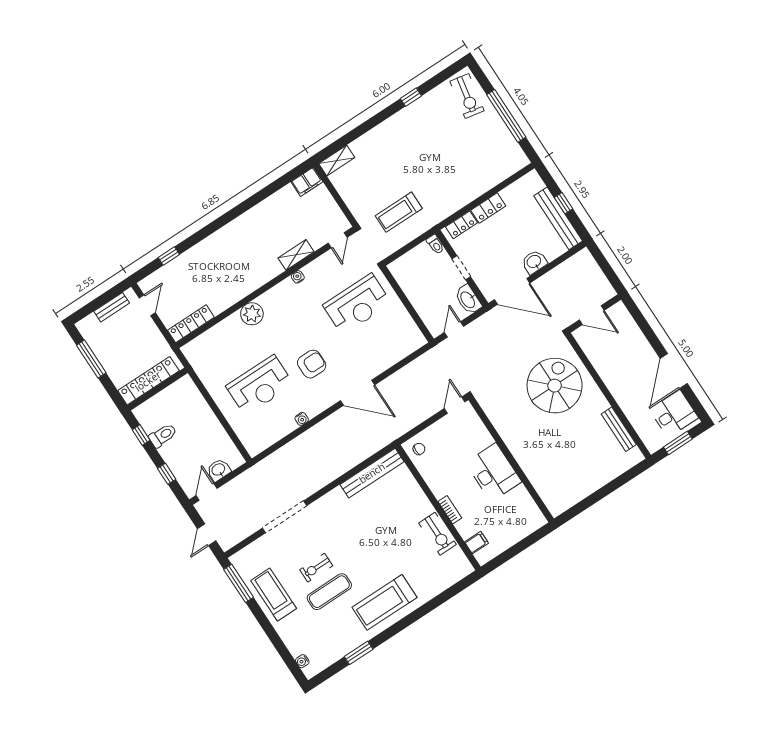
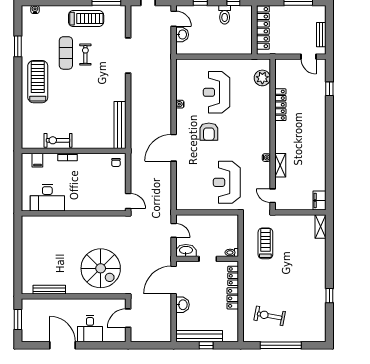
exercise bike: (467, 96) -> (270, 316), moved
plant: (252, 314) -> (262, 78), moved
locker: (191, 324) -> (280, 105), moved
desk: (674, 414) -> (90, 329), moved
desk: (493, 472) -> (47, 198), moved

